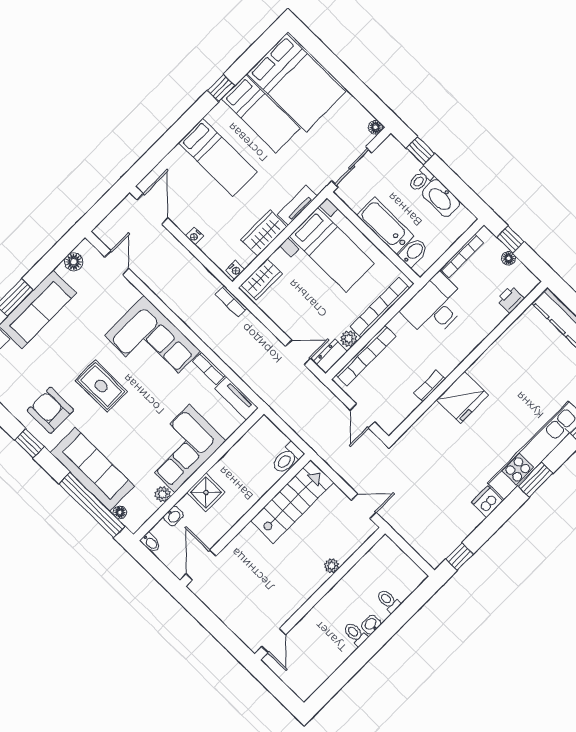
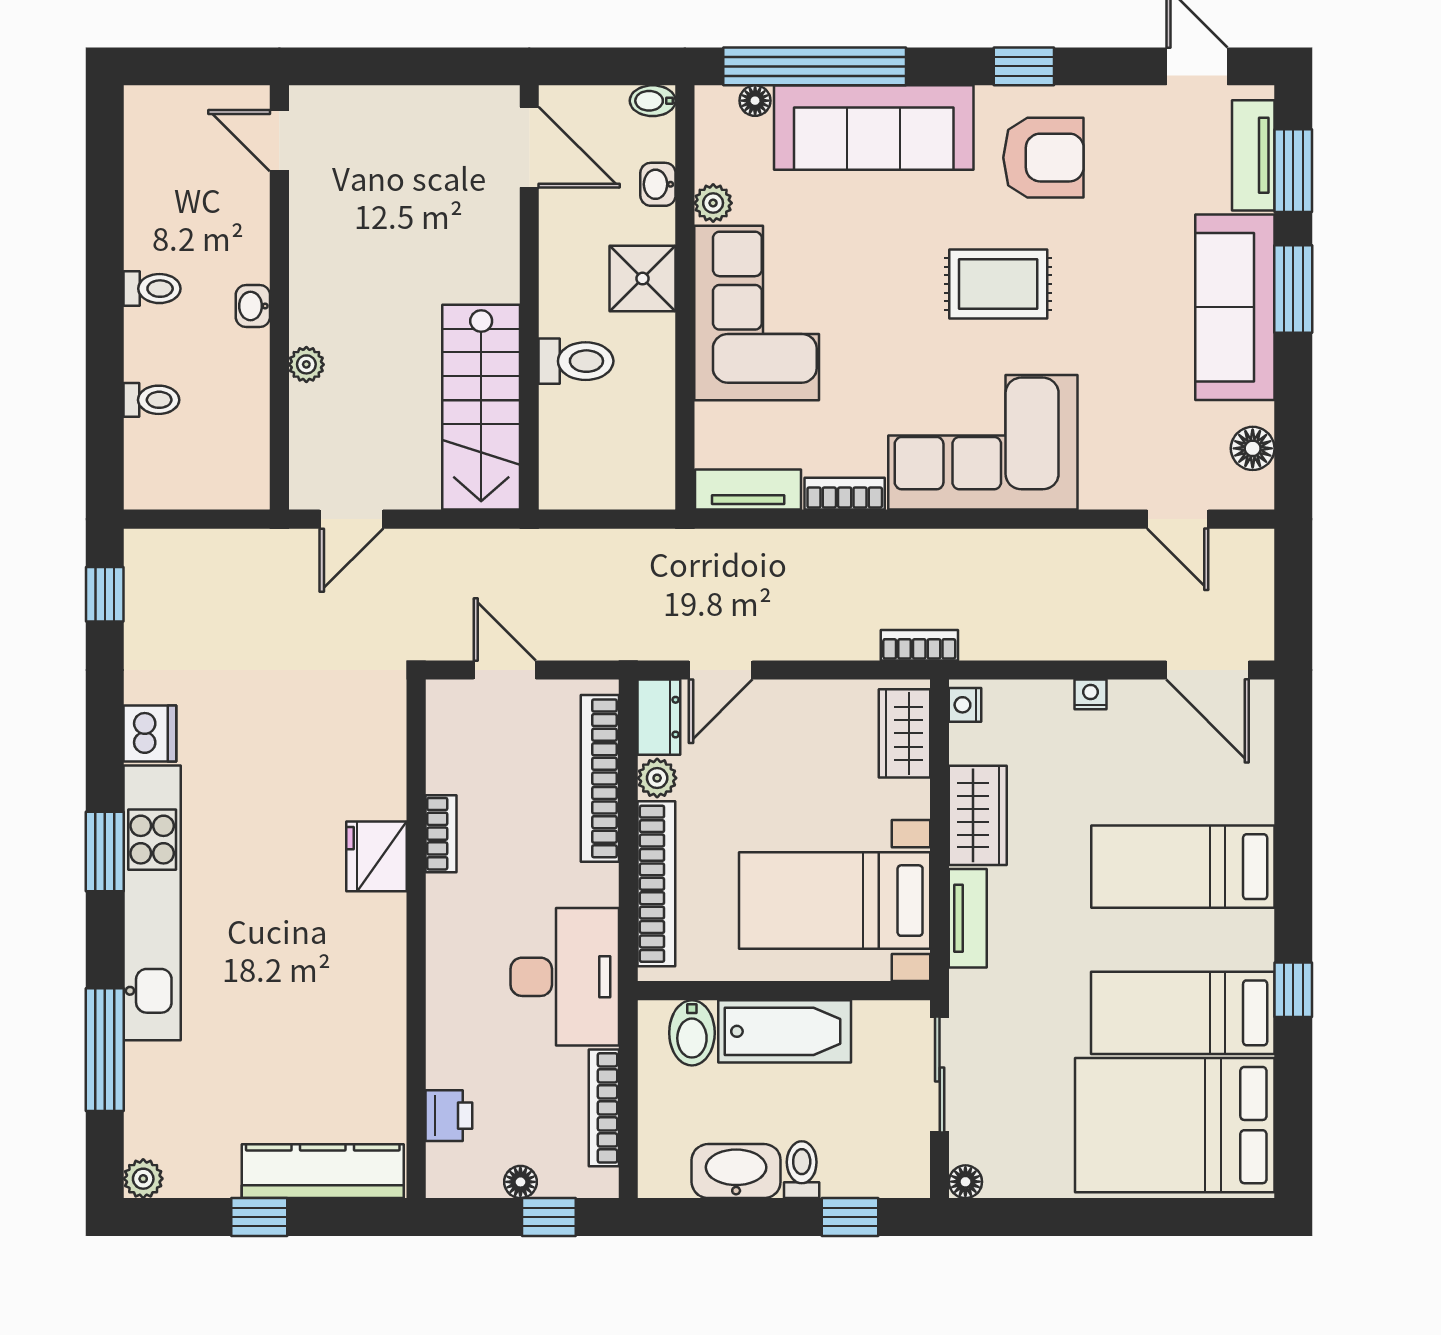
fridge: (462, 397) -> (377, 856), width x0.73, depth x0.75
toilet: (287, 458) -> (576, 361), moved, turned 90
washbasin: (371, 625) -> (253, 306), moved, turned 180

